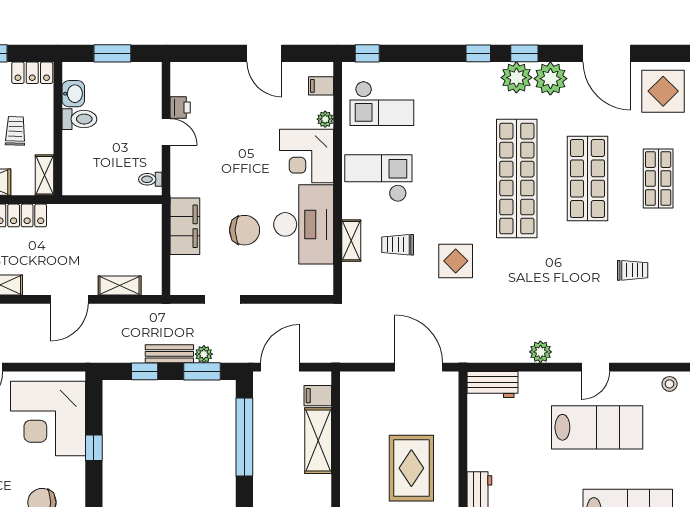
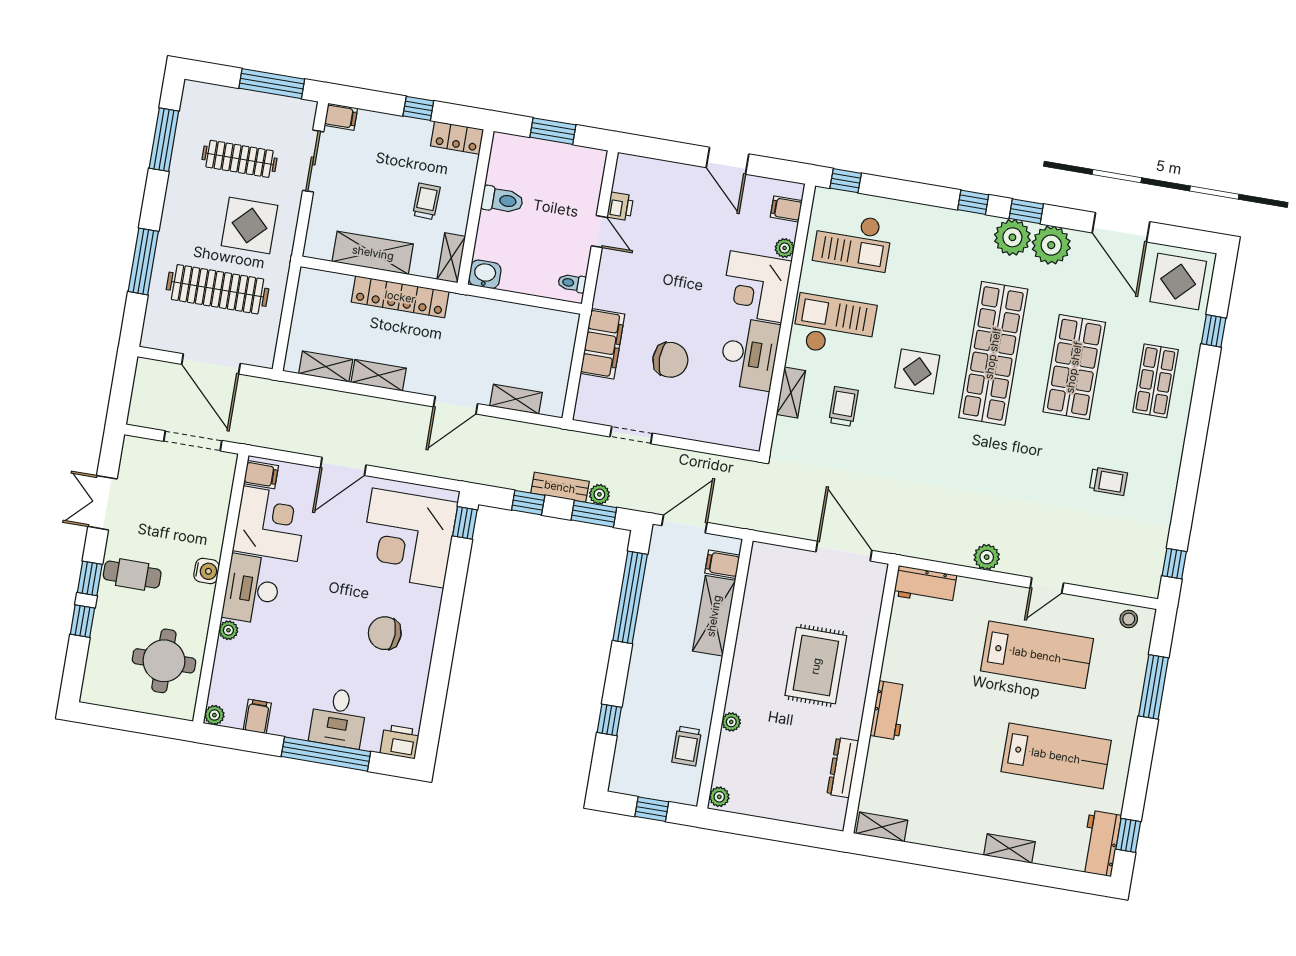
washbasin: (73, 94) -> (485, 274), moved, turned -90
desk: (304, 224) -> (749, 354), width x0.73, depth x0.77
trolley: (398, 245) -> (843, 406), turned 90
display table: (456, 261) -> (917, 371), moved
window: (94, 448) -> (465, 523), moved

